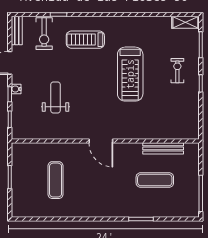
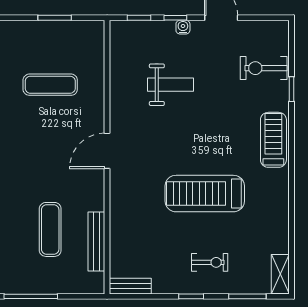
bench: (17, 31) -> (130, 286), moved
treadmill: (85, 40) -> (273, 140), moved

